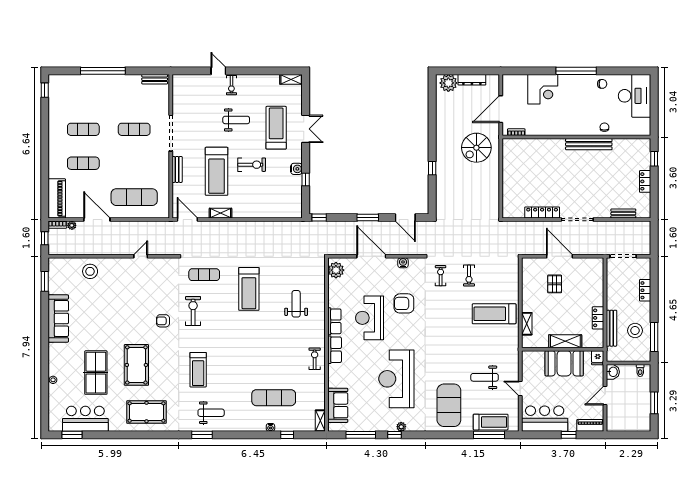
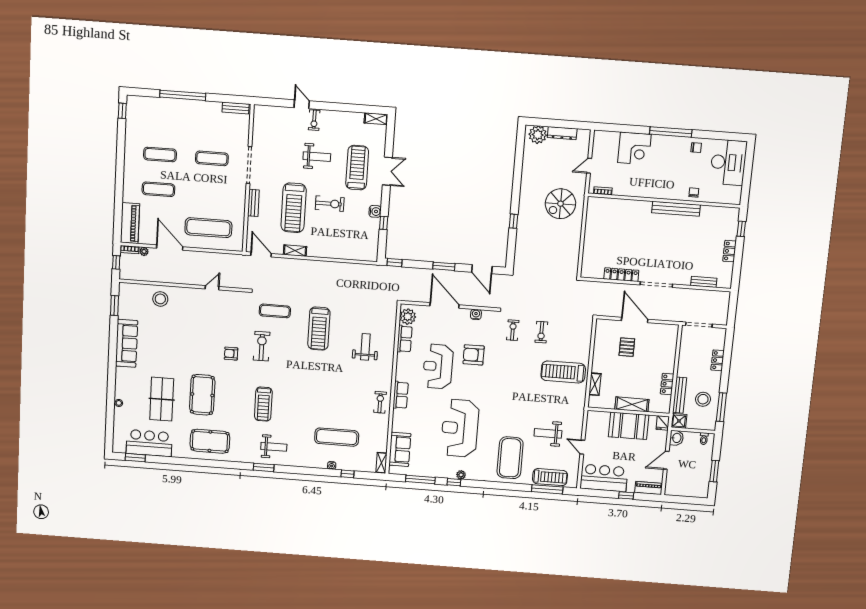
door: (501, 109) -> (589, 166), width x0.53
row of seats: (334, 321) -> (405, 339), moved
shower: (614, 354) -> (679, 421), added

